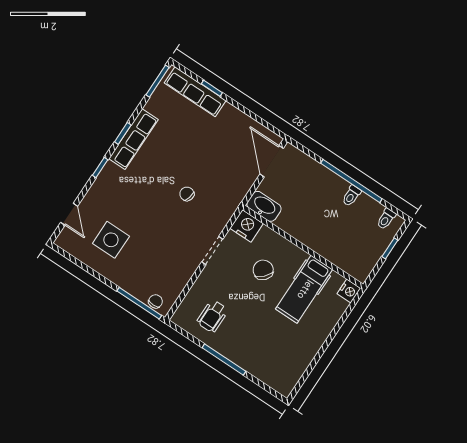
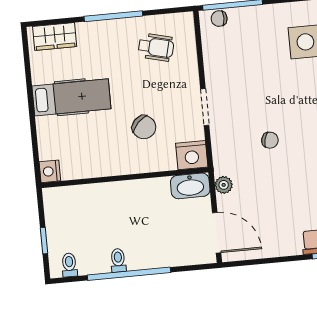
plant: (241, 189) -> (224, 185), added
hospital bed: (304, 289) -> (71, 97), moved, turned 90
chair: (155, 301) -> (219, 19), turned 90
wheelchair: (212, 316) -> (156, 47), turned 104
wardrobe: (274, 377) -> (55, 36), added

